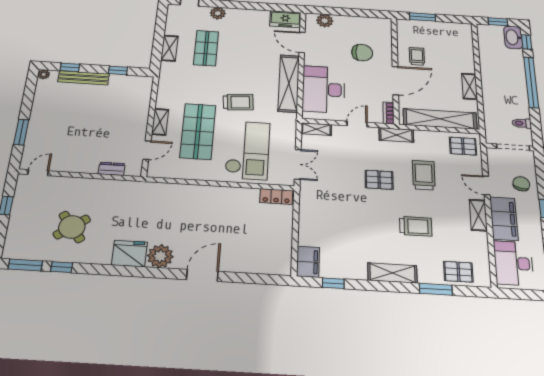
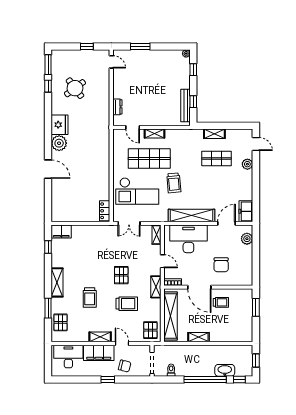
washbasin: (513, 37) -> (225, 370), moved
bench: (84, 78) -> (185, 105), moved
door: (486, 185) -> (122, 343), hinge flipped

